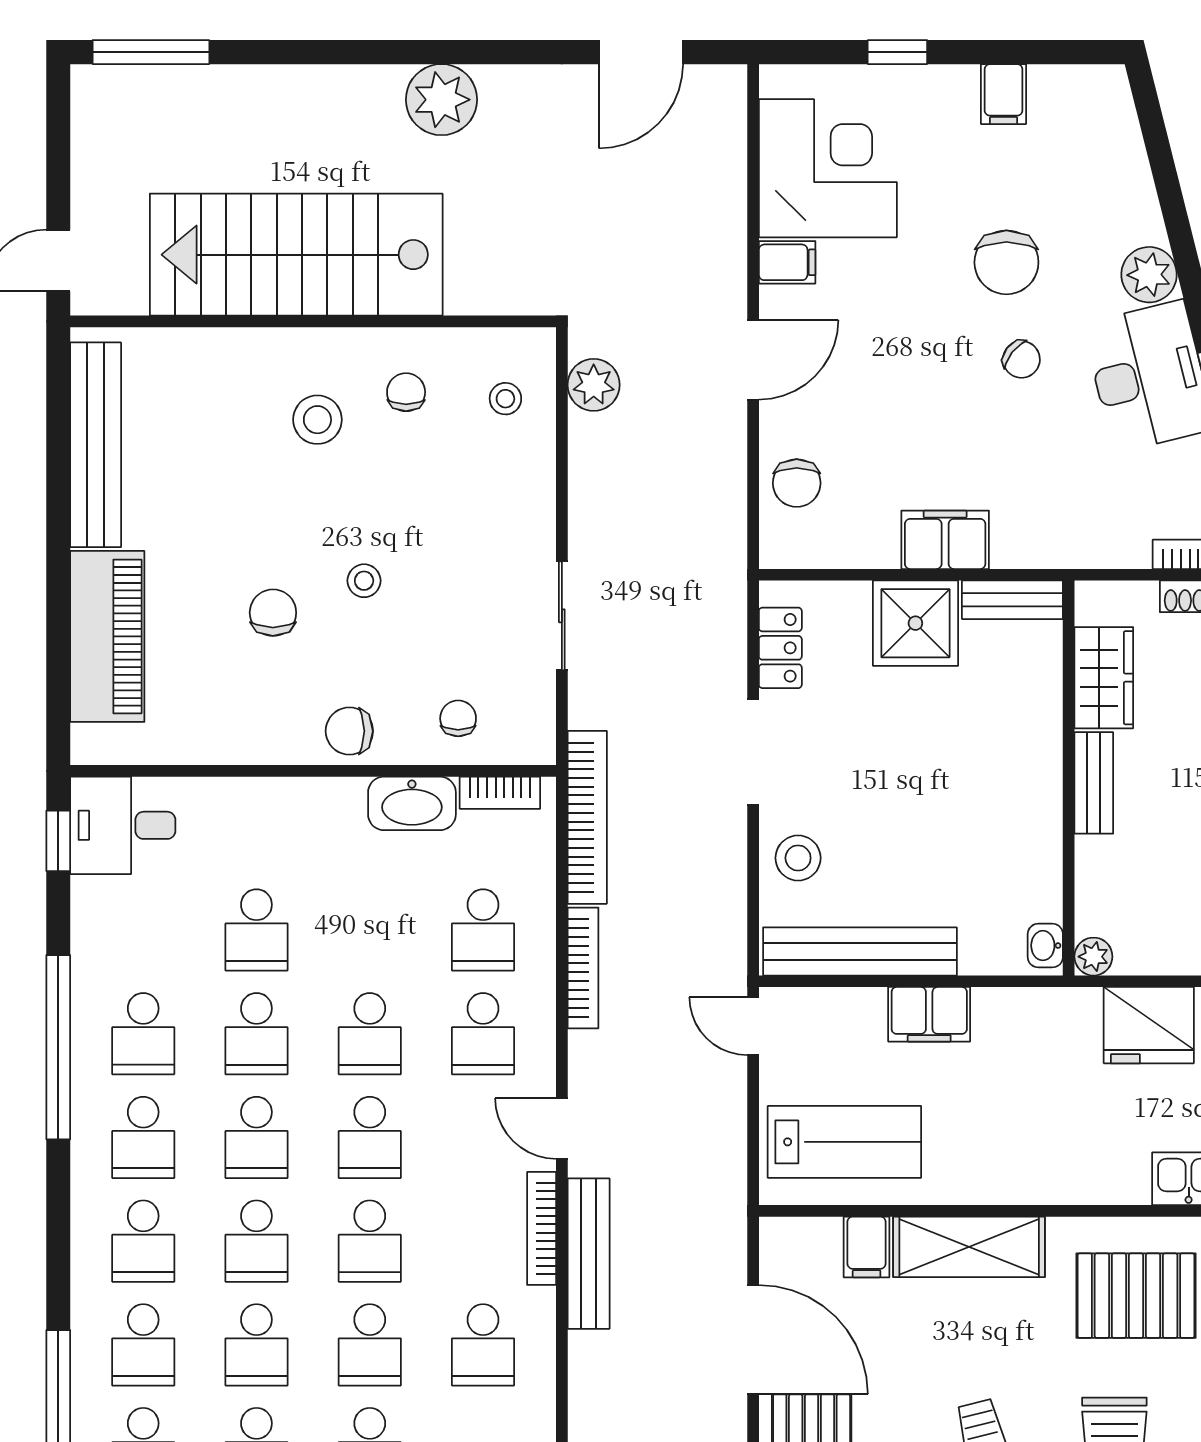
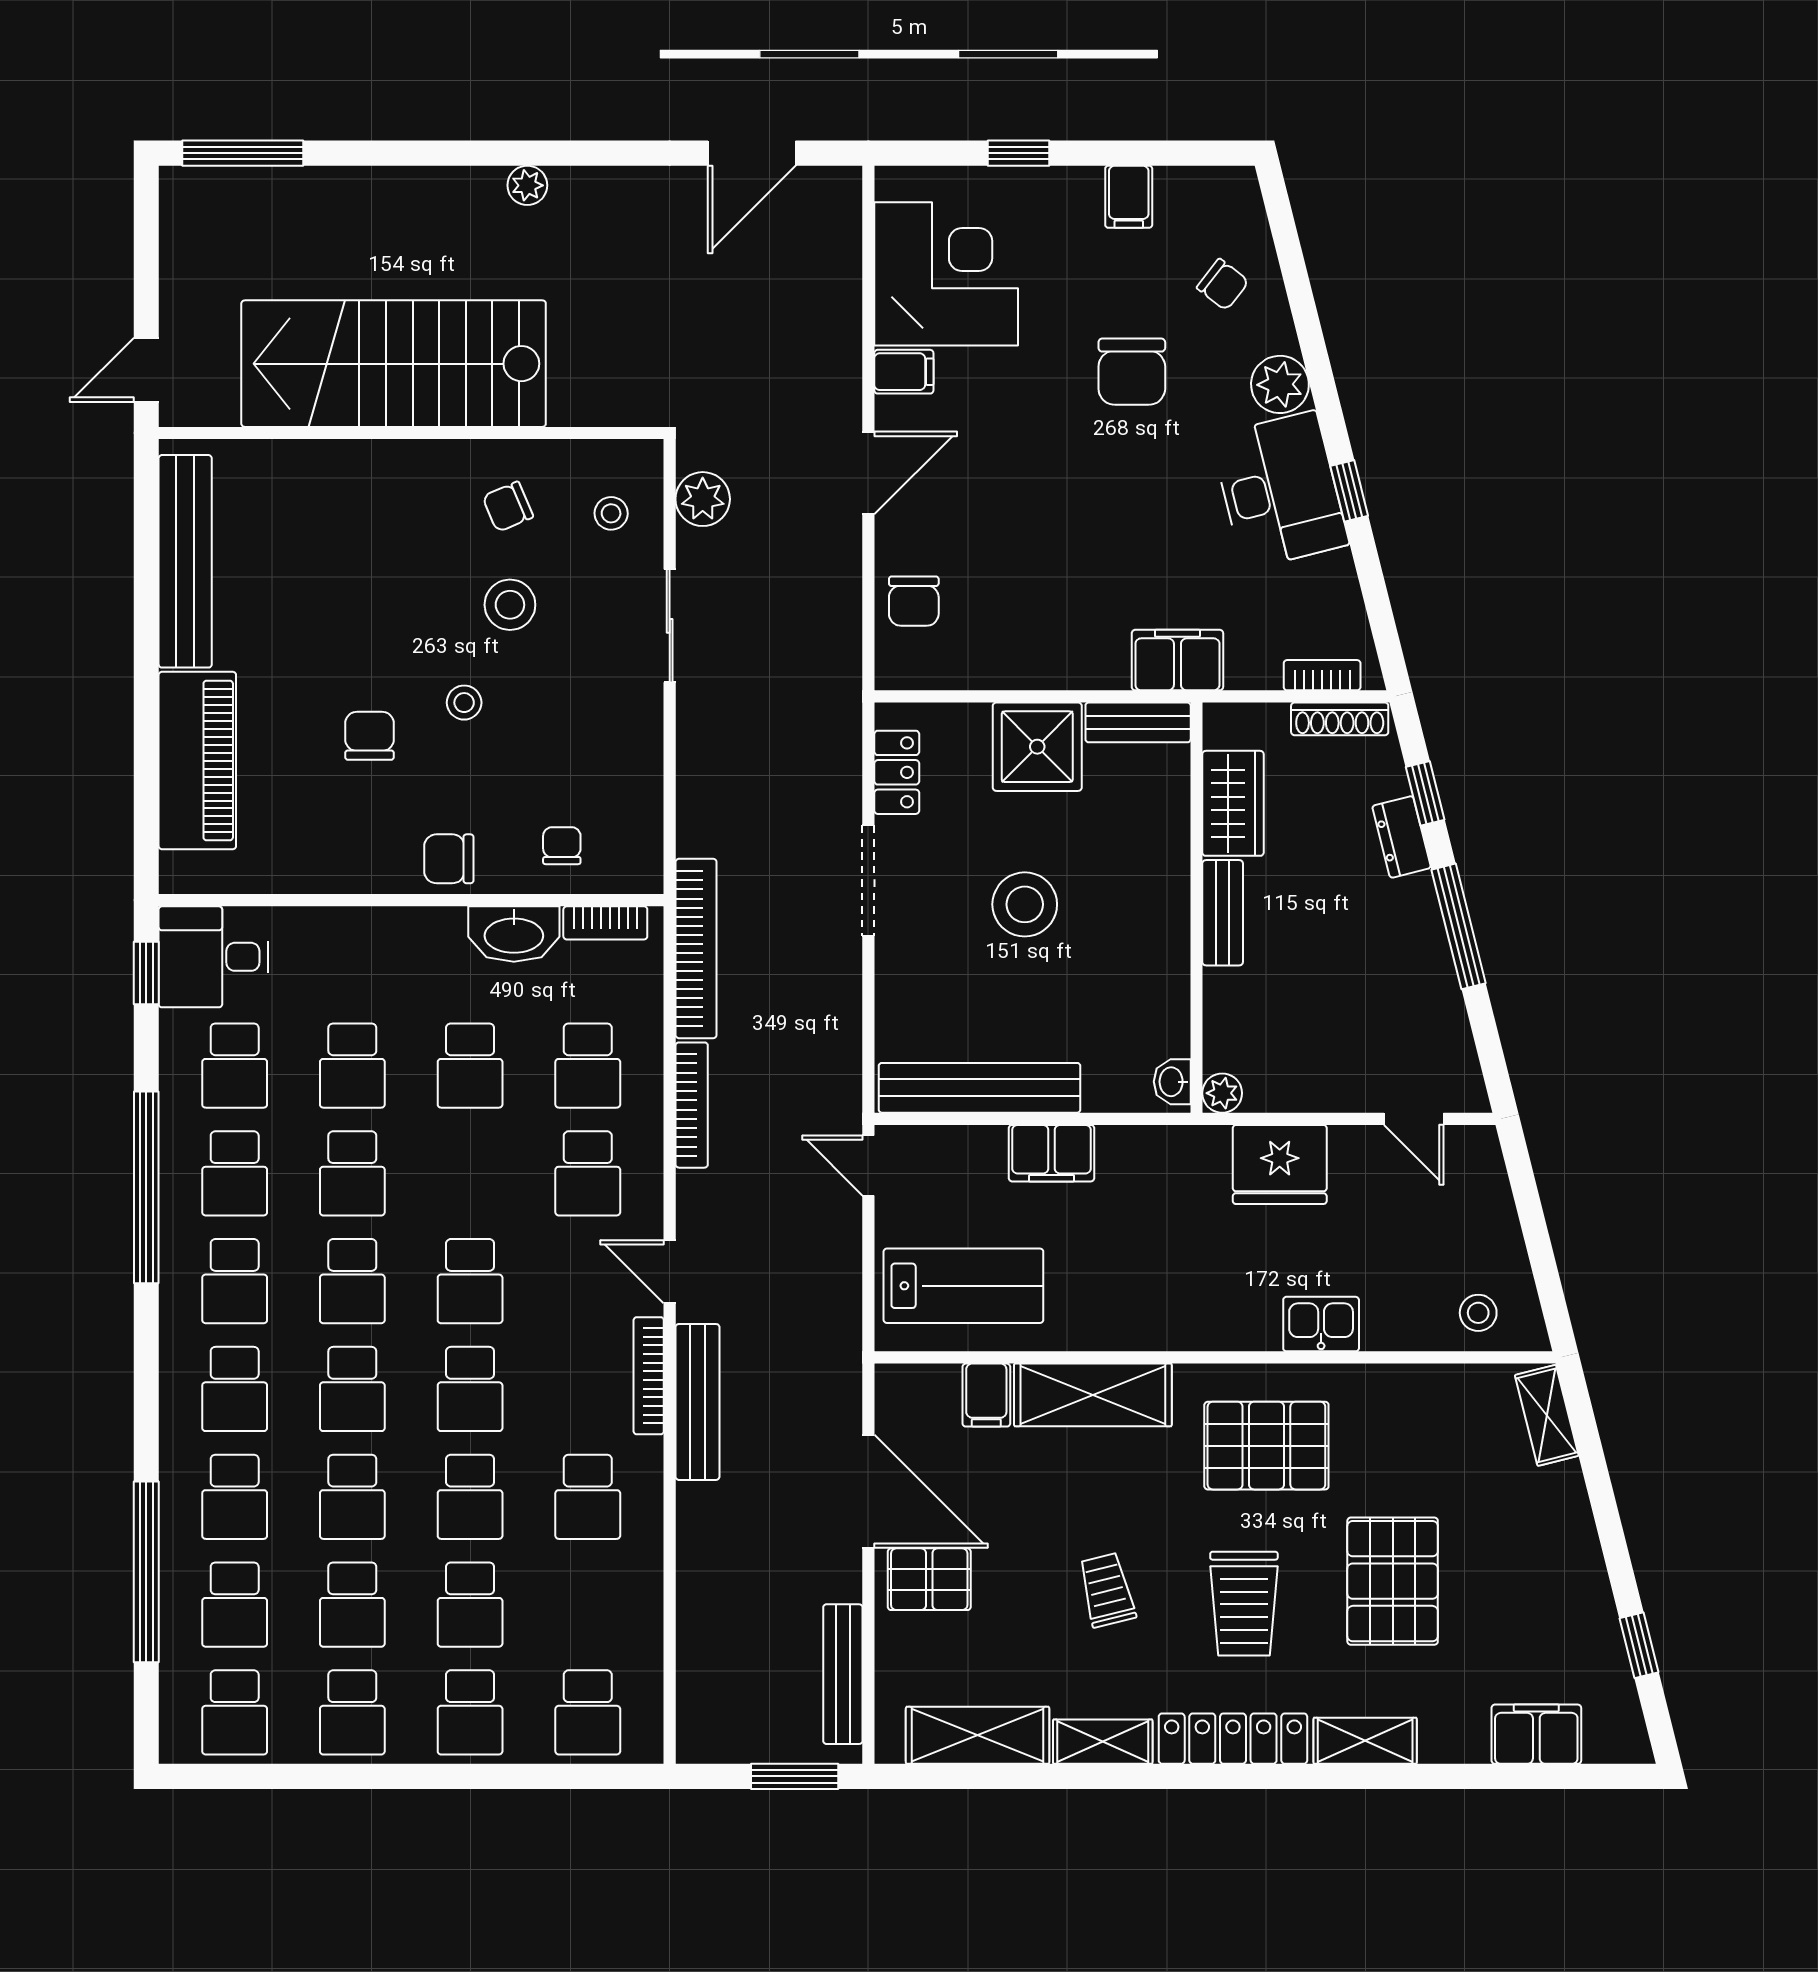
plant: (441, 100) -> (527, 185), width x0.53, depth x0.53
chair: (1021, 359) -> (1223, 285), moved
chair: (406, 392) -> (508, 507), turned -113
stool: (317, 420) -> (510, 605), moved
filing cabinet: (945, 540) -> (1177, 660), moved
sliding door: (562, 616) -> (670, 626), moved
stool: (798, 858) -> (1025, 904), moved, width x1.38, depth x1.38
school desk: (143, 930) -> (235, 1066), added
school desk: (370, 1034) -> (470, 1066), moved

